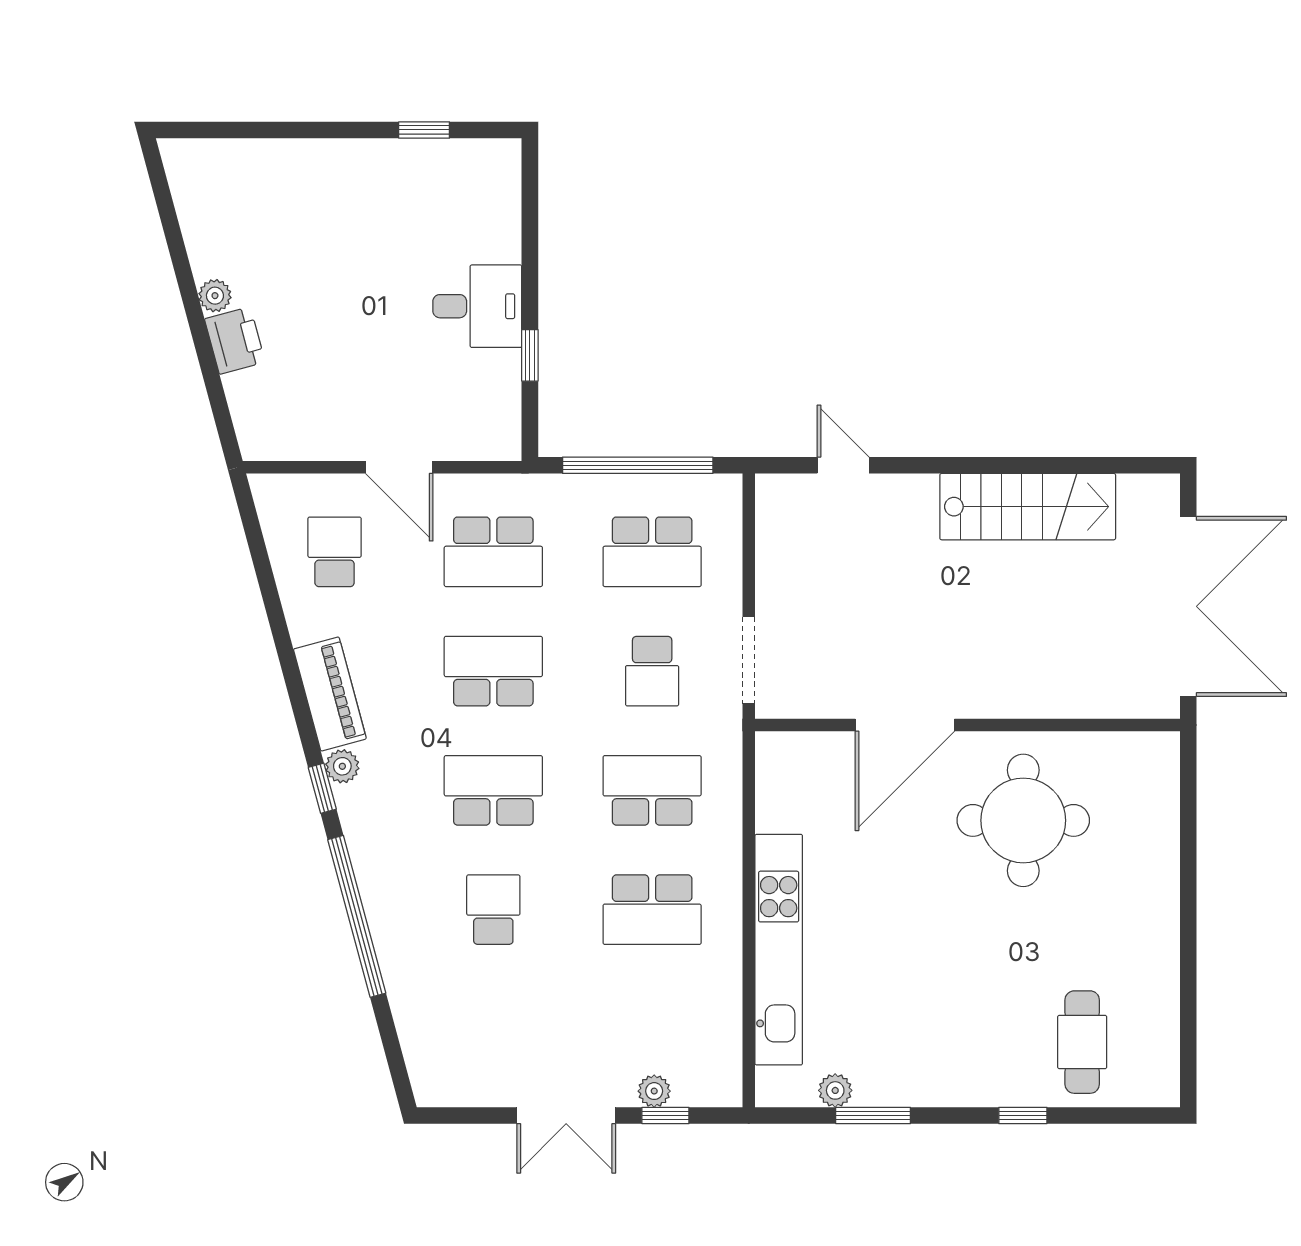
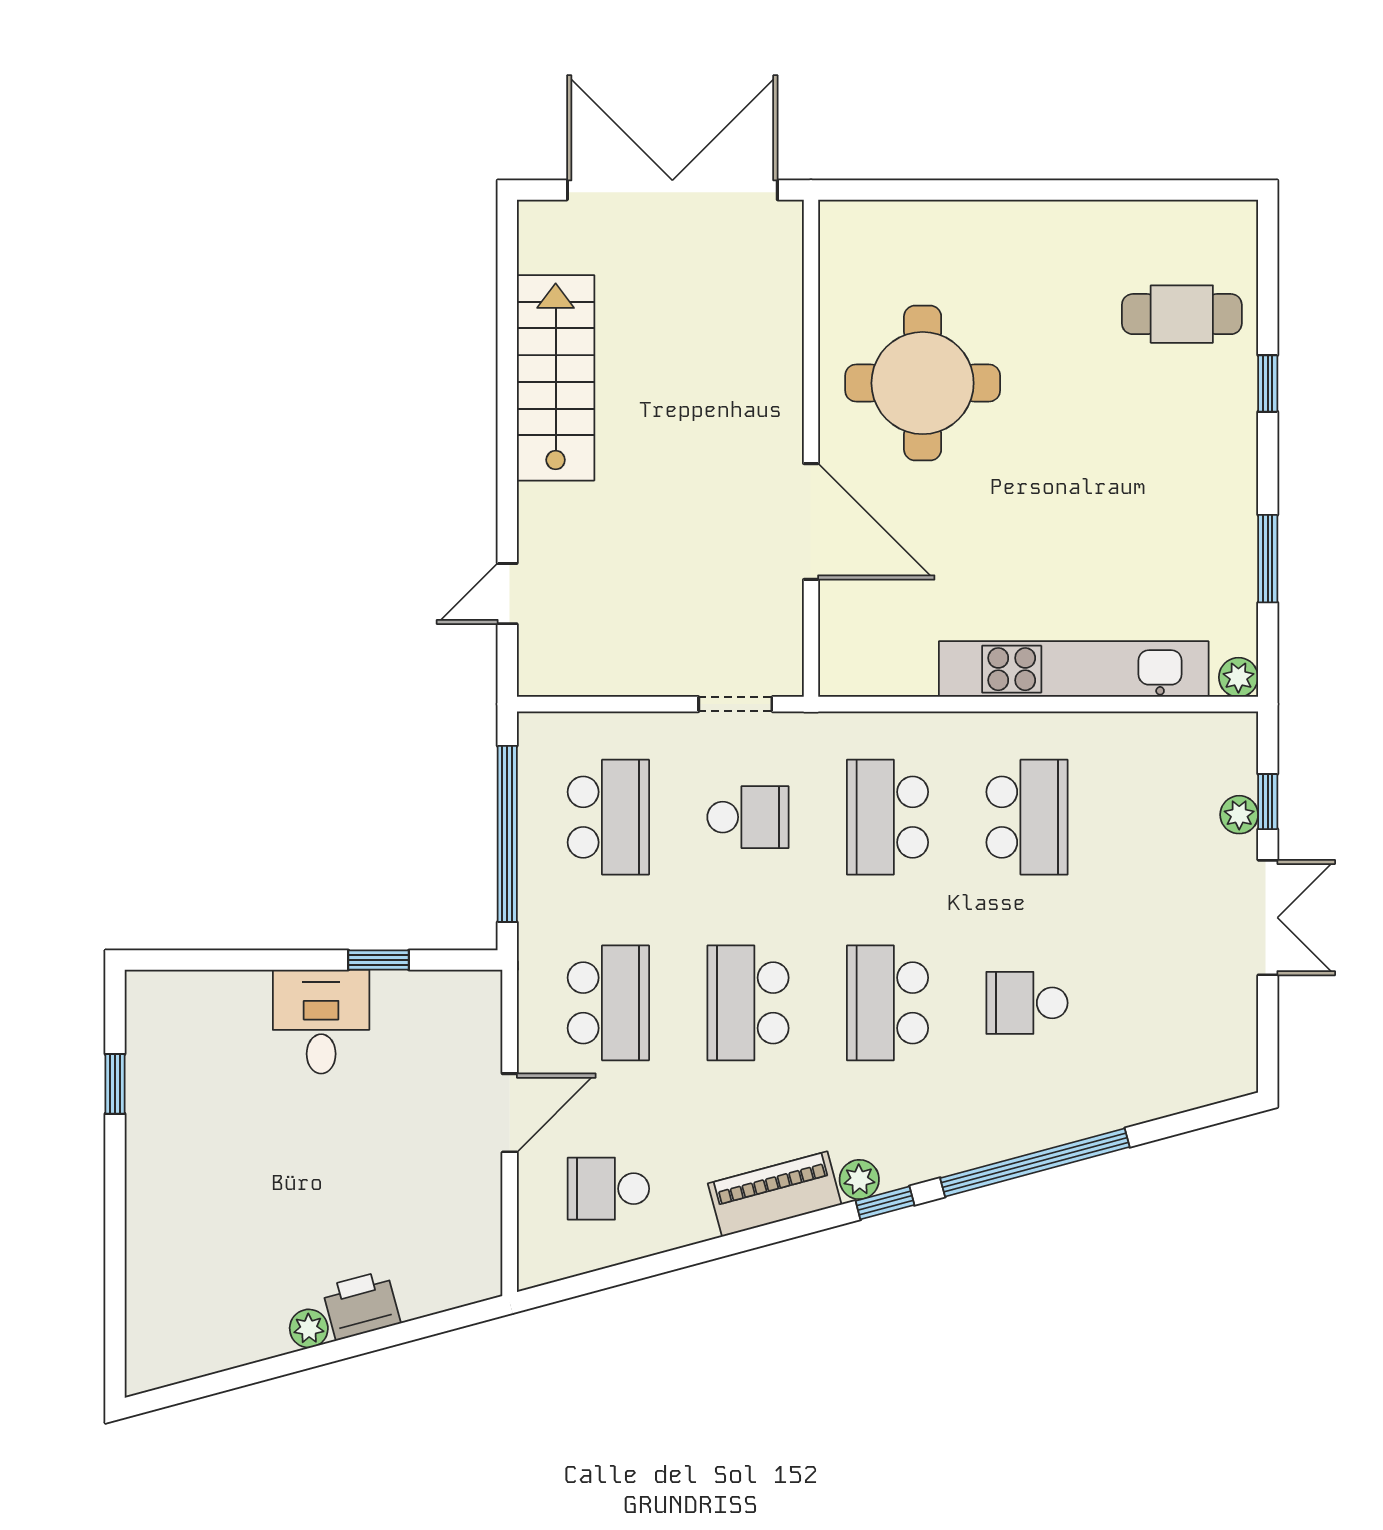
doorway: (749, 660) -> (735, 704), width x0.73
plant: (835, 1090) -> (1238, 677), moved

